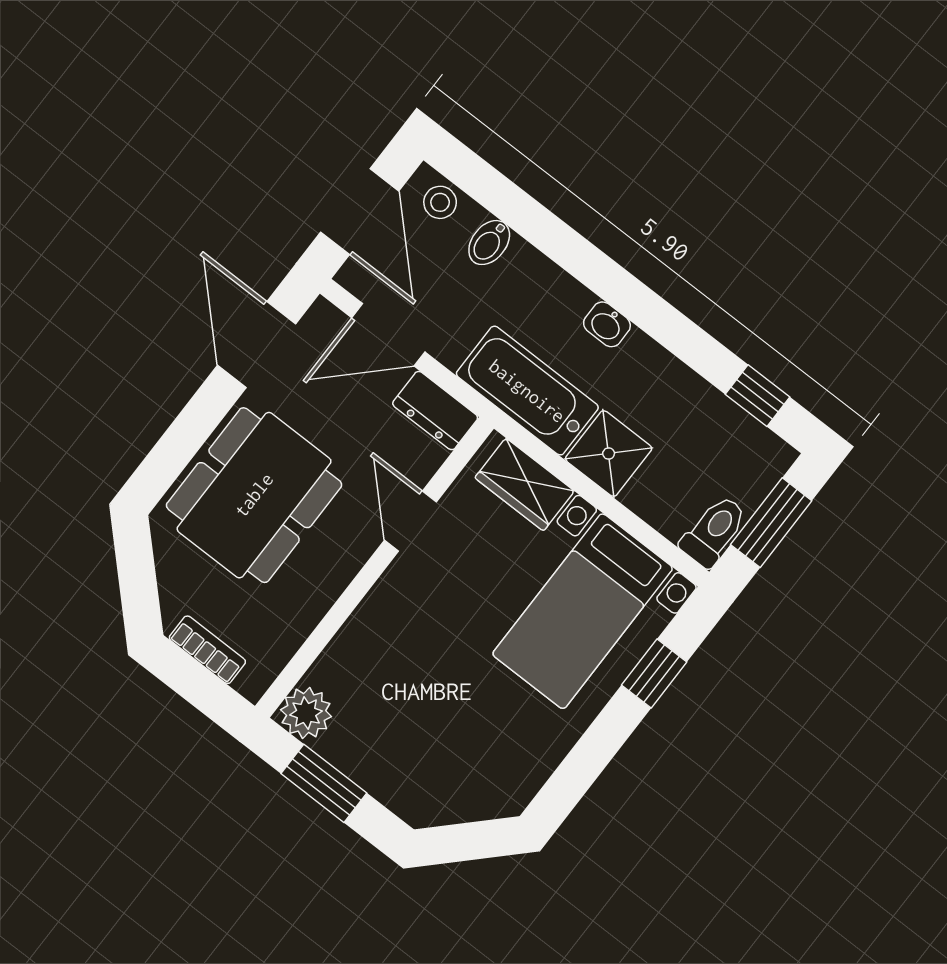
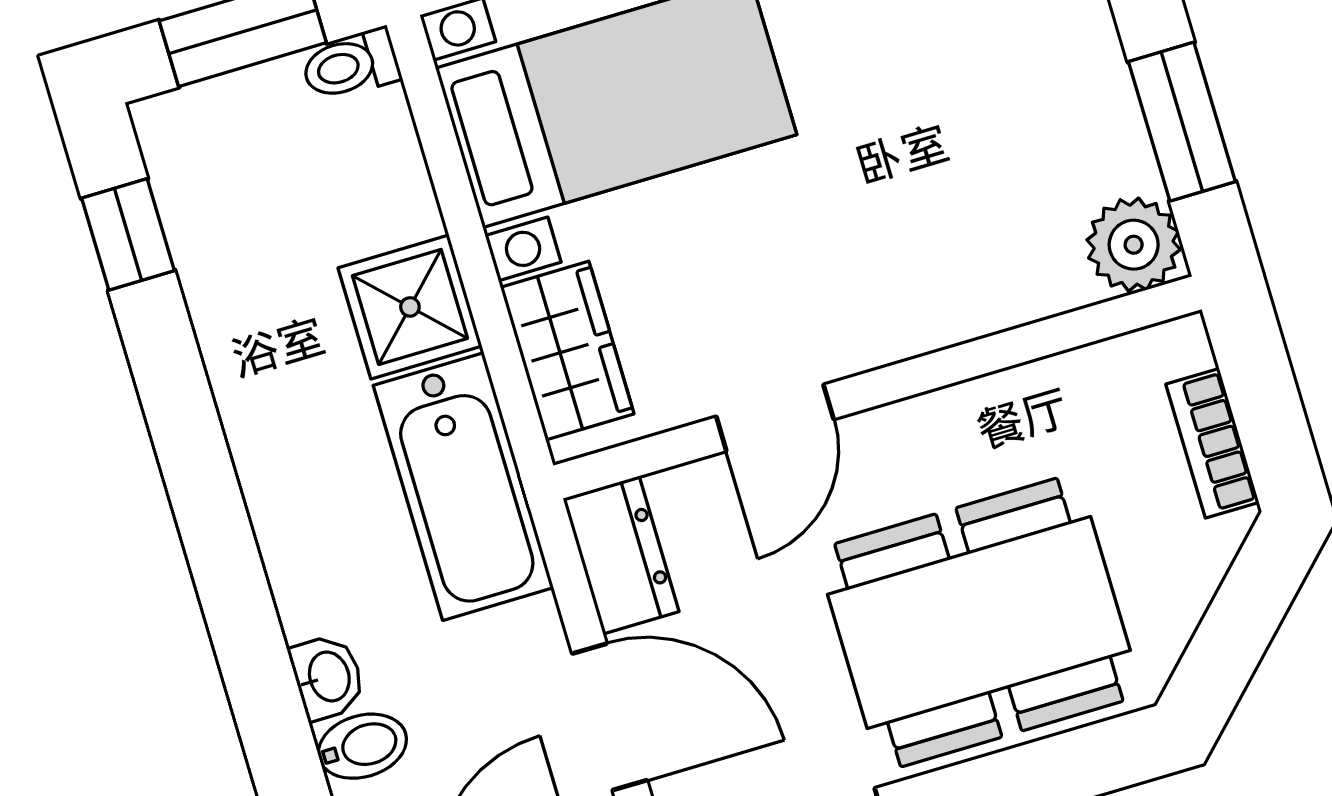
washbasin: (607, 324) -> (327, 677), moved
toilet: (714, 531) -> (351, 65), width x0.73, depth x0.72

